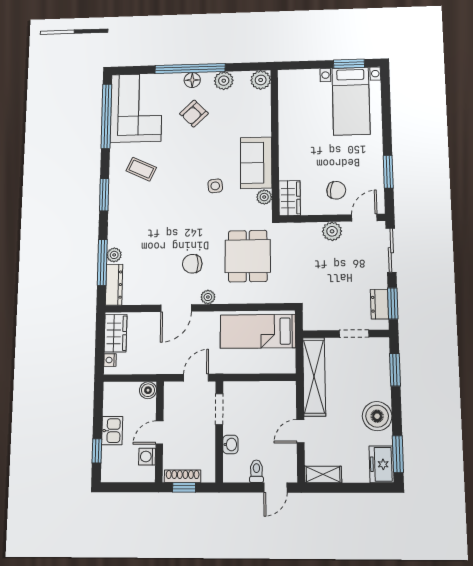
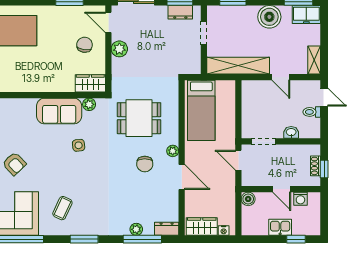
dresser: (114, 285) -> (167, 229), width x0.70
shoe rack: (183, 476) -> (316, 166), width x0.70

